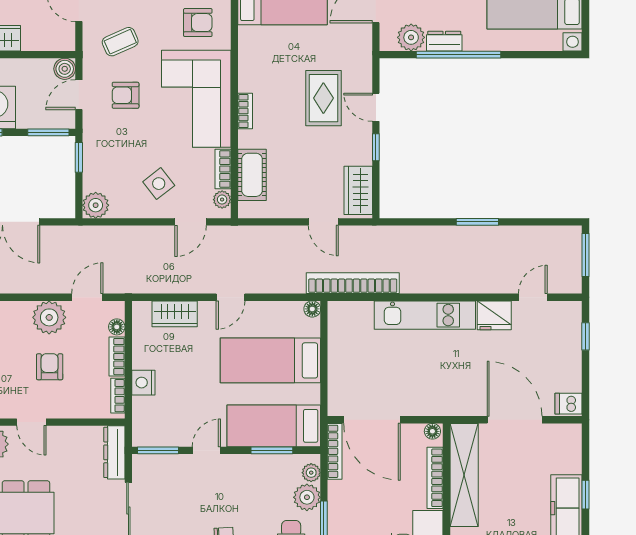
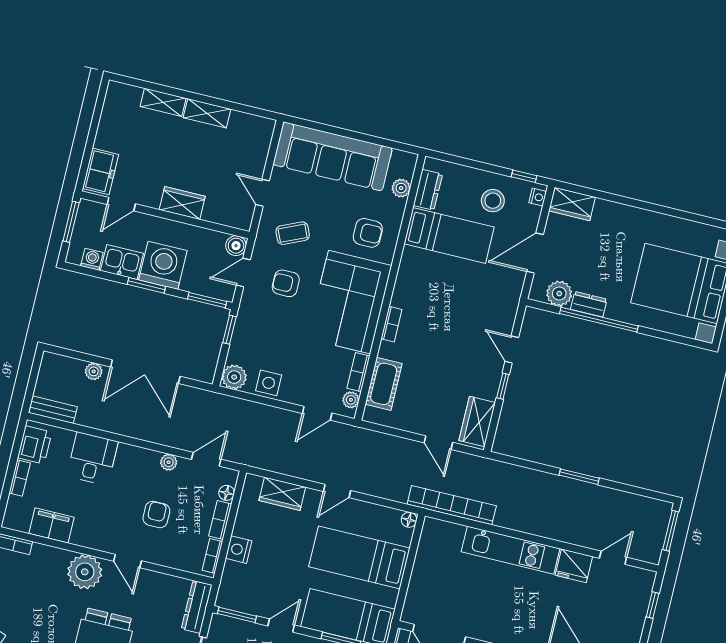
rug: (323, 98) -> (466, 330), removed
side table: (159, 184) -> (269, 383), moved, turned 38
plant: (49, 317) -> (169, 462), width x0.53, depth x0.53

